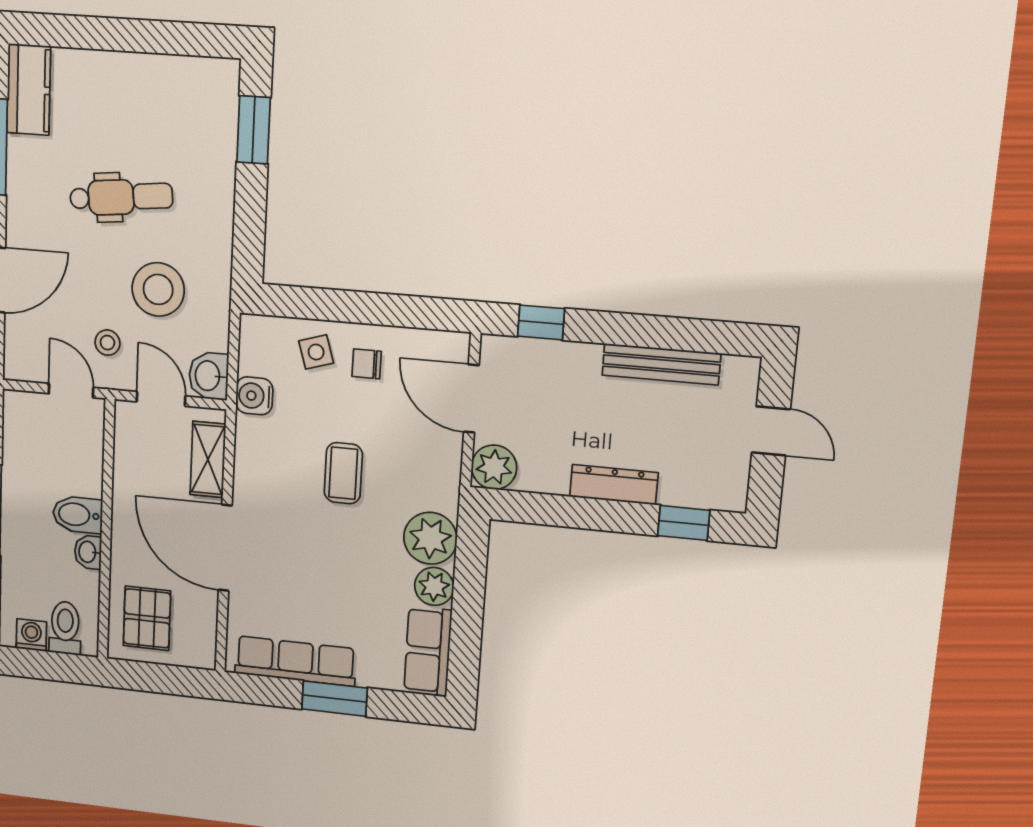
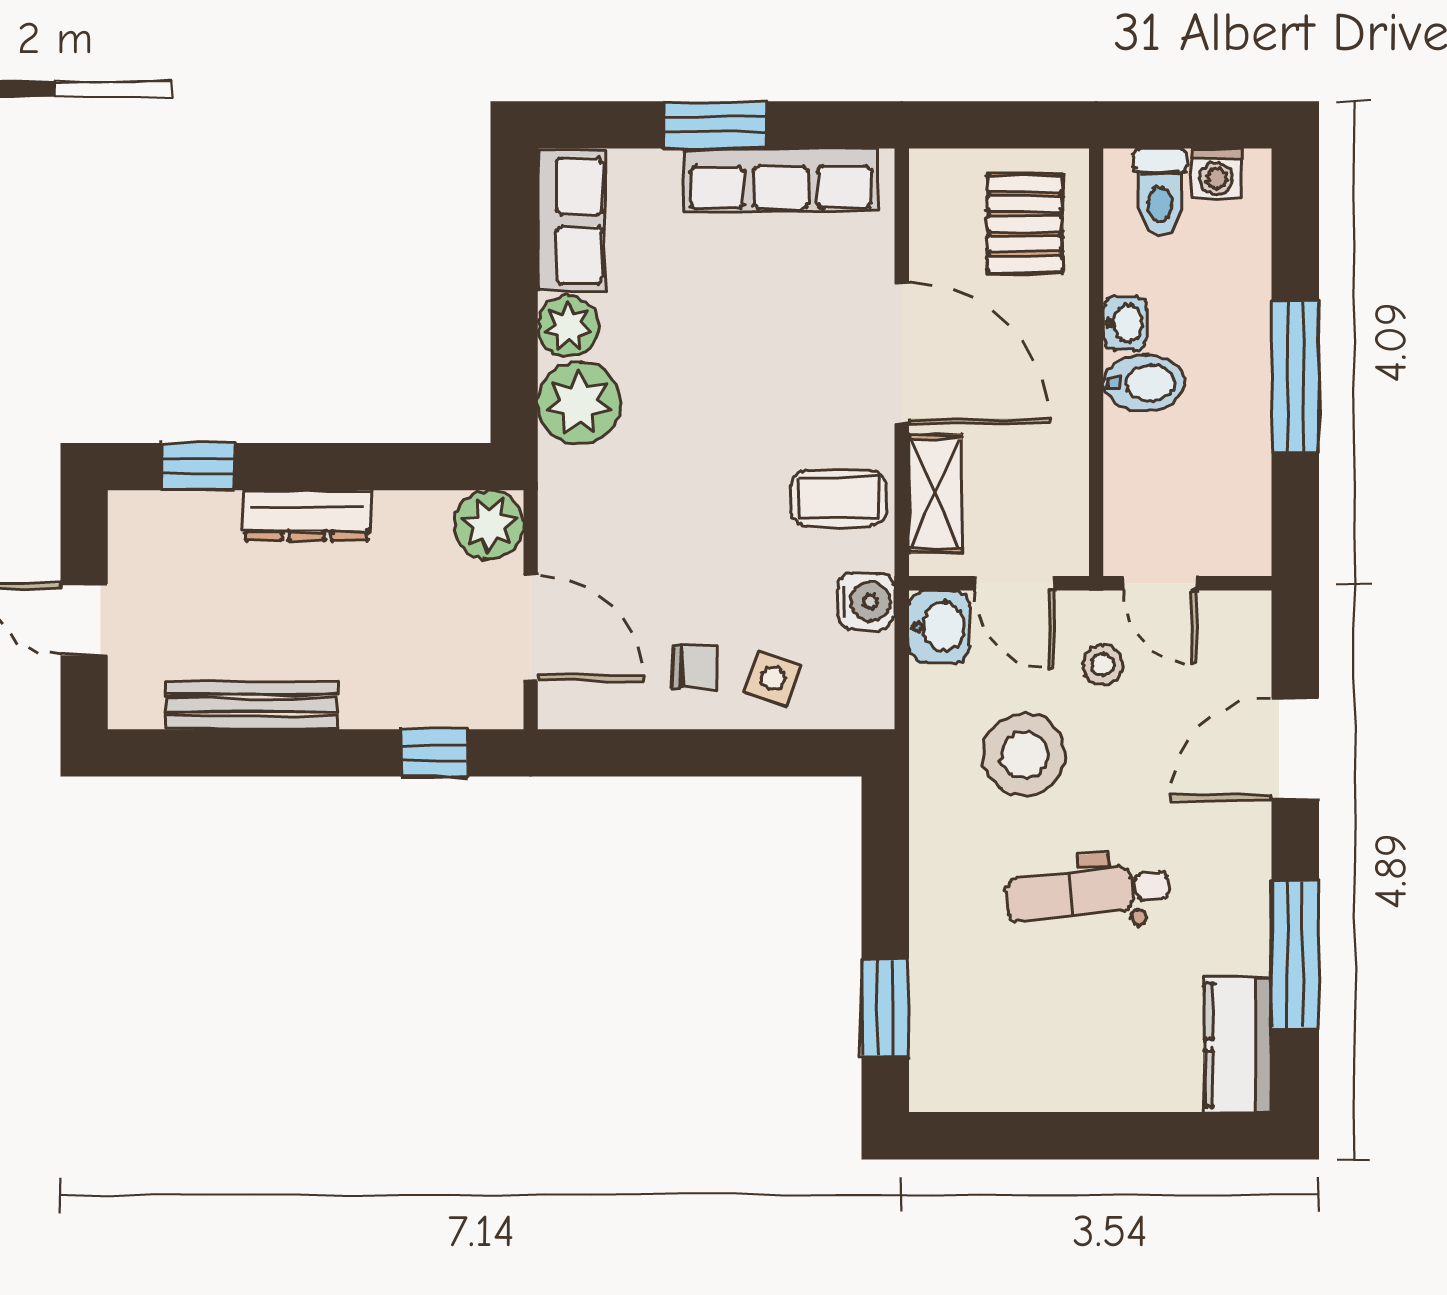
side table: (316, 352) -> (773, 678), turned 35
coffee table: (343, 473) -> (838, 498), moved, turned 90

